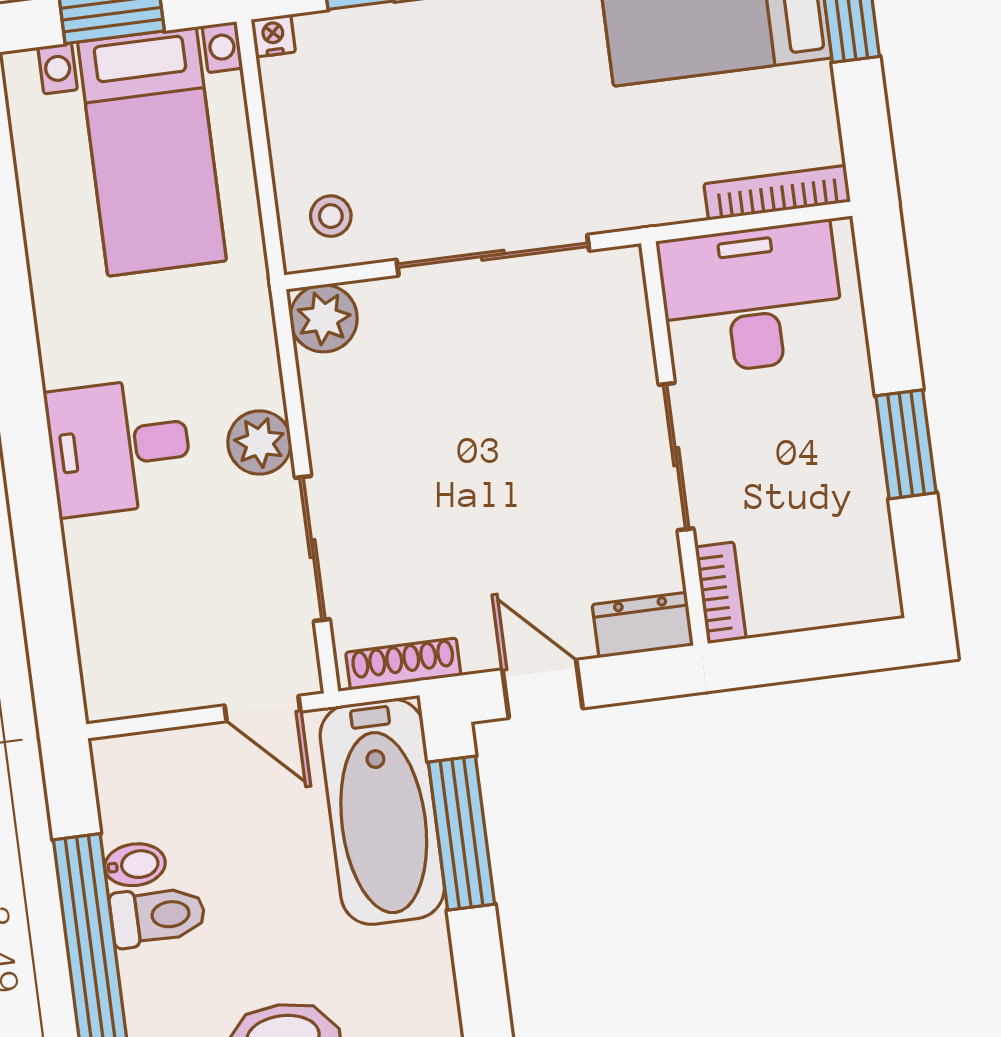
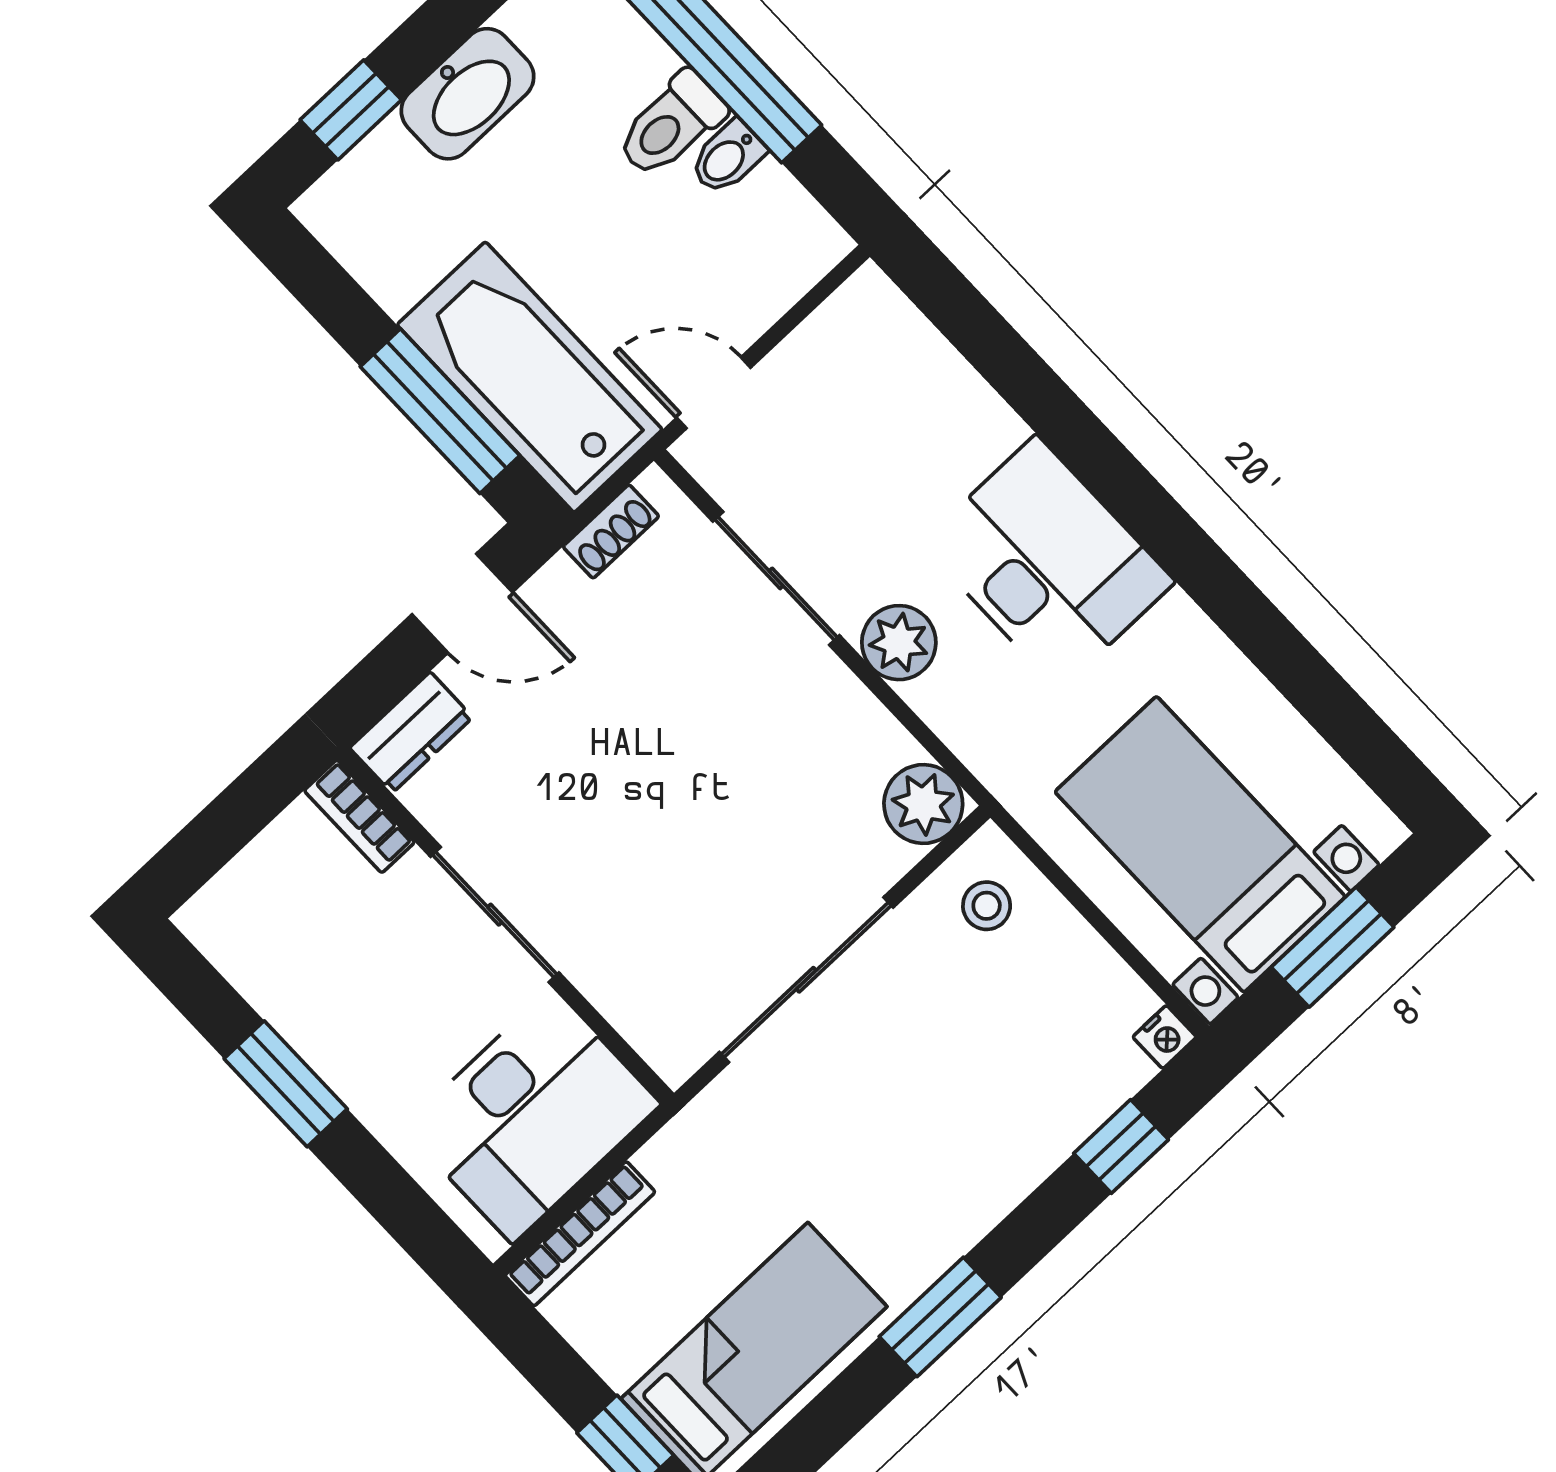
desk: (119, 447) -> (1048, 562), width x1.37
shoe rack: (403, 664) -> (611, 531), width x0.70

